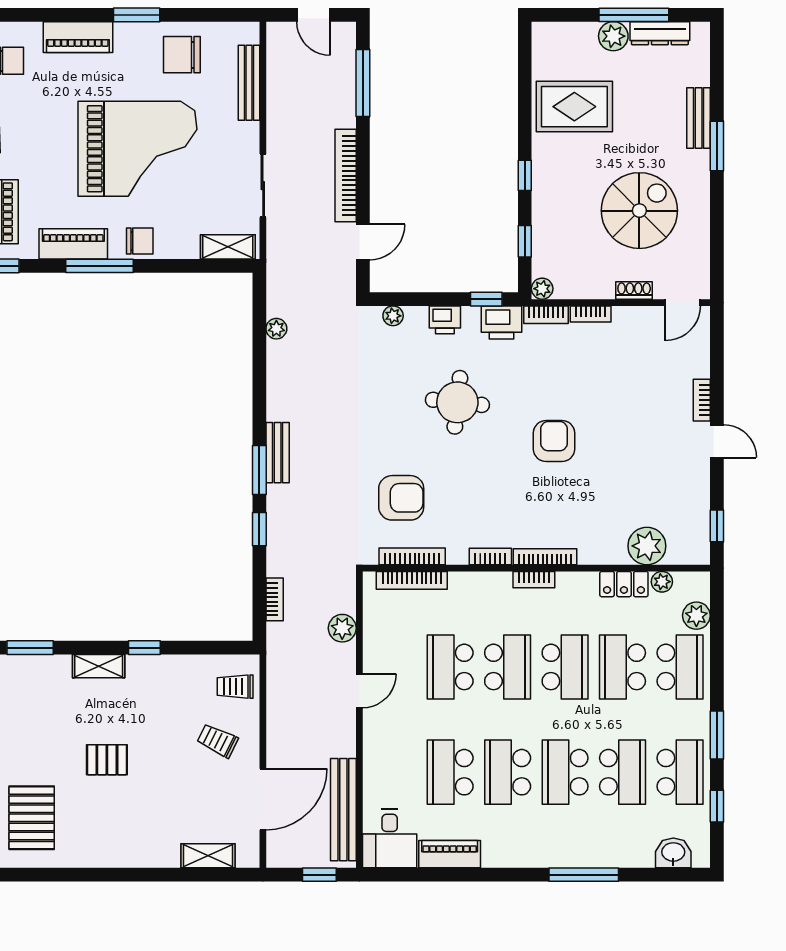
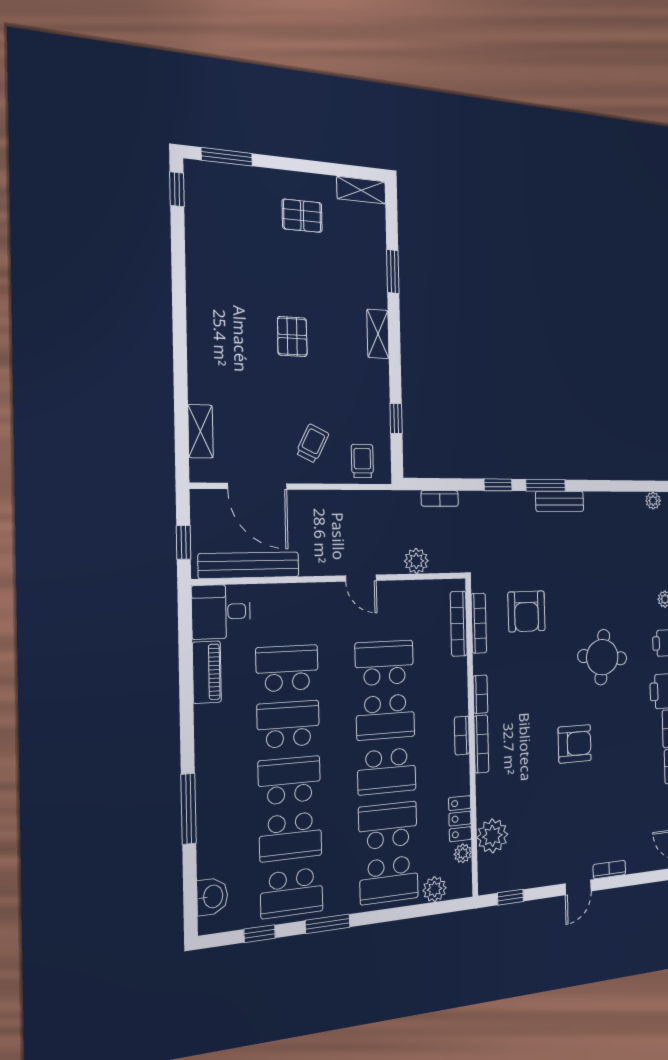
window: (144, 648) -> (396, 418), moved
pallet: (32, 818) -> (235, 260), removed

